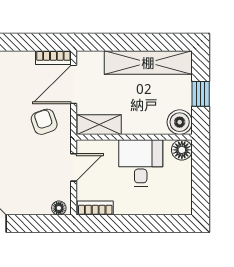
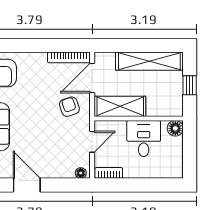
bookcase: (53, 58) -> (69, 57), width x1.56
boiler: (180, 122) -> (174, 107), removed
shelving: (99, 125) -> (120, 106), width x1.50, depth x1.33

